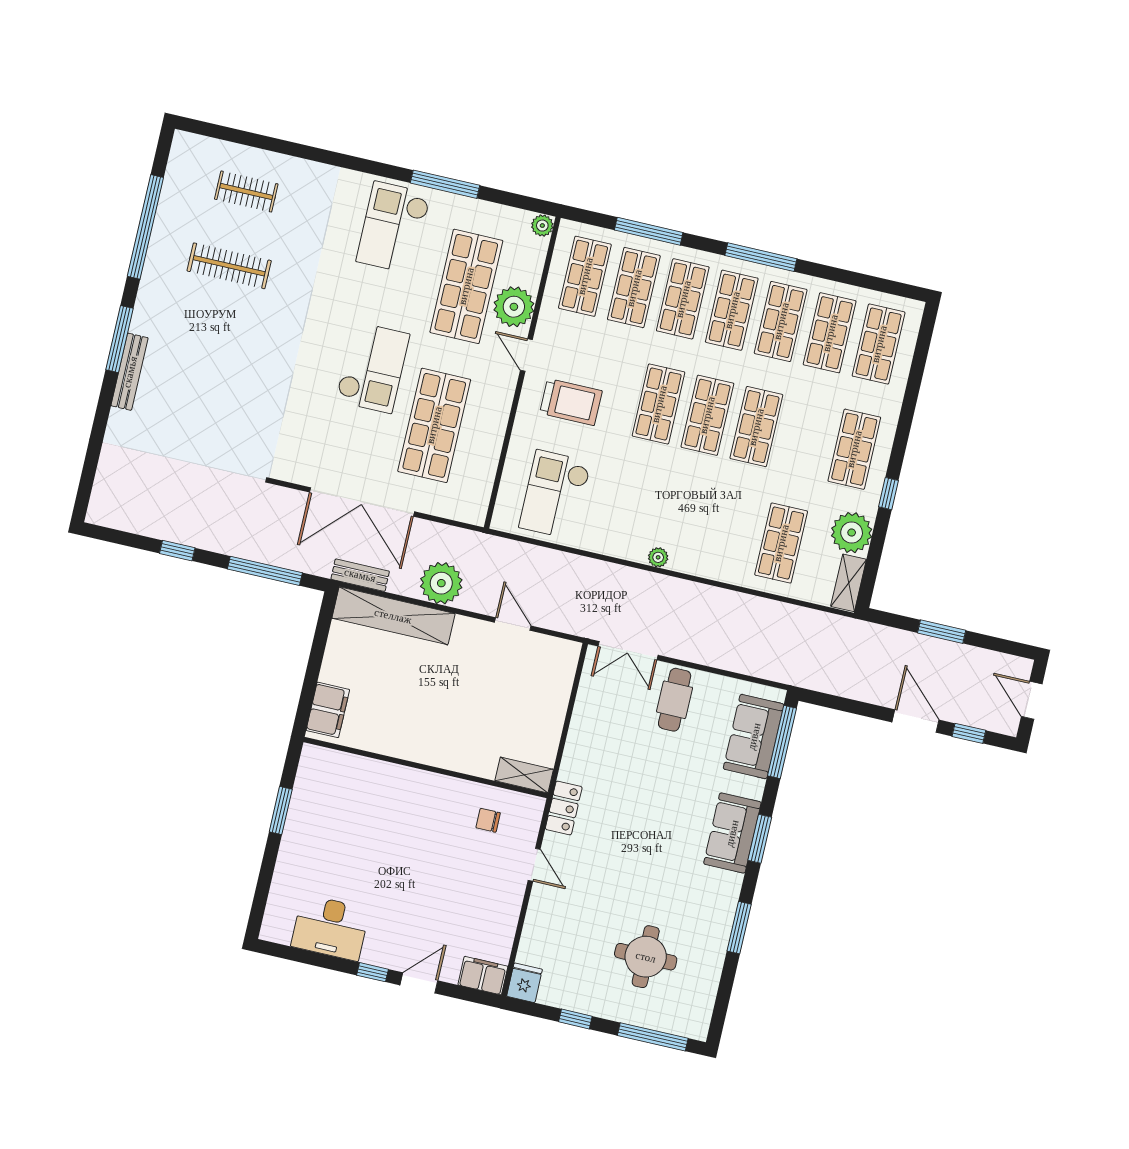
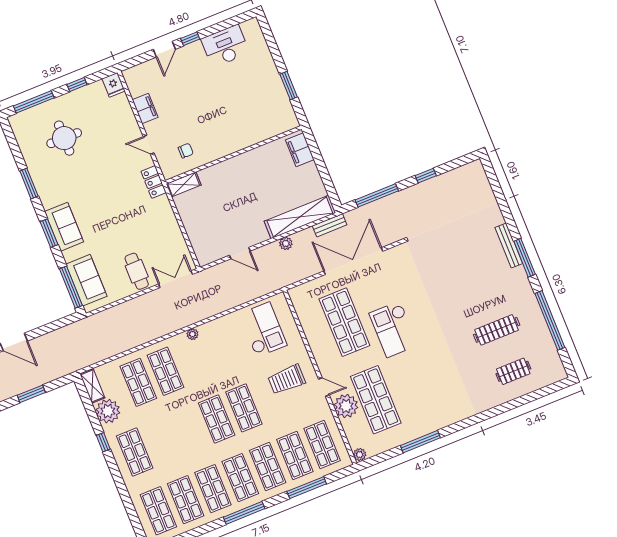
checkout: (393, 228) -> (431, 403), removed
shop shelf: (756, 427) -> (166, 371), moved
plant: (441, 583) -> (286, 243), width x0.53, depth x0.53
filing cabinet: (483, 976) -> (145, 109), moved, turned -90

